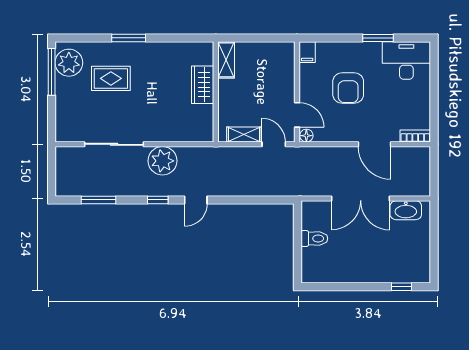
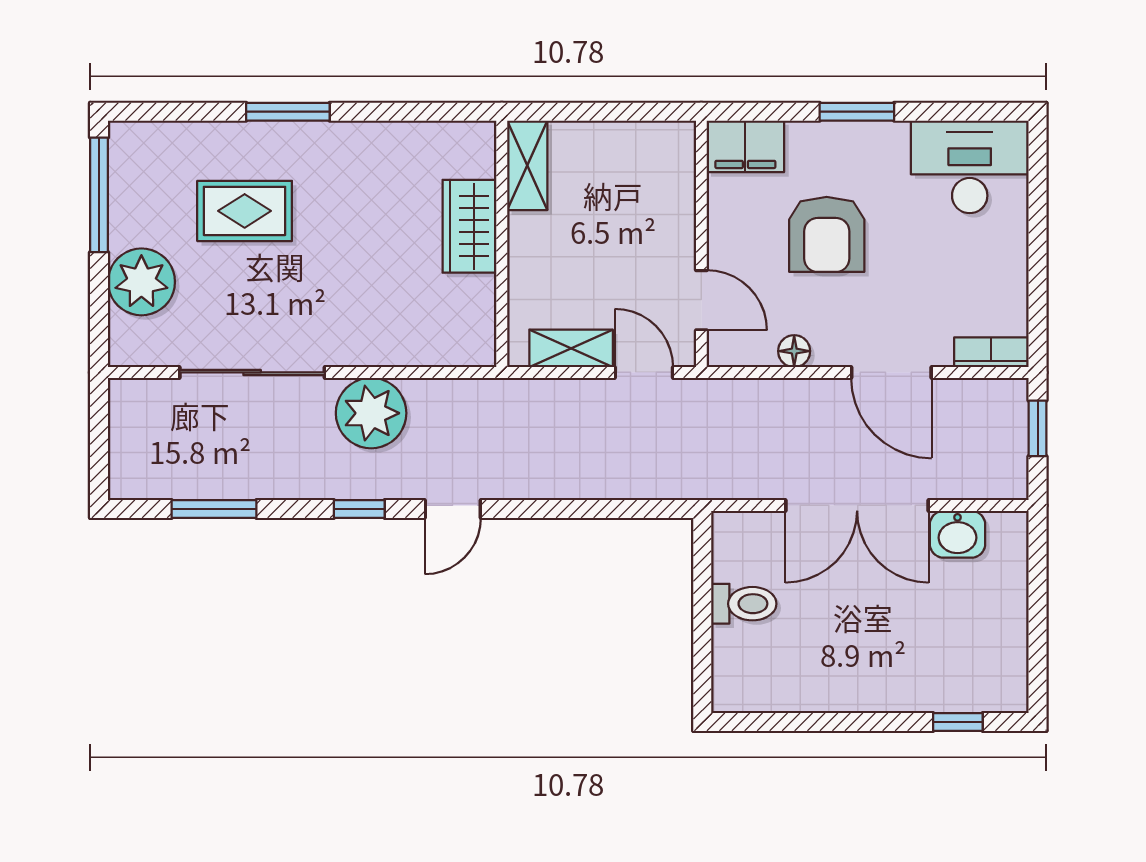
window: (378, 38) -> (857, 112), moved
filing cabinet: (307, 52) -> (745, 146), width x2.00
plant: (69, 63) -> (141, 282), moved
floor lamp: (306, 136) -> (794, 351), moved
window: (434, 167) -> (1038, 428), added
washbasin: (406, 210) -> (958, 534), width x0.72

